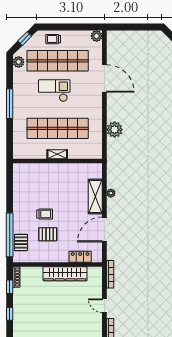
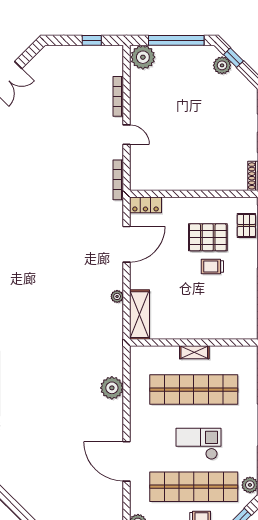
checkout: (54, 91) -> (198, 444), turned 180
shelving: (95, 196) -> (140, 315), moved
pallet: (48, 234) -> (208, 237), width x1.50, depth x1.42
locker: (80, 257) -> (145, 205), moved
wardrobe: (65, 274) -> (183, 181), removed

